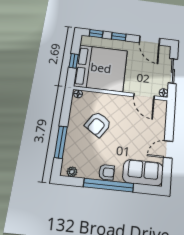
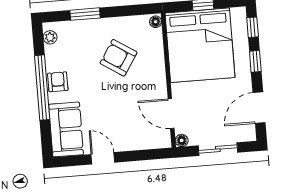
door: (144, 96) -> (171, 114), hinge flipped
window: (61, 142) -> (85, 14), width x0.69
armchair: (107, 172) -> (58, 82), turned 180

